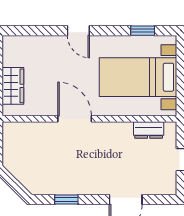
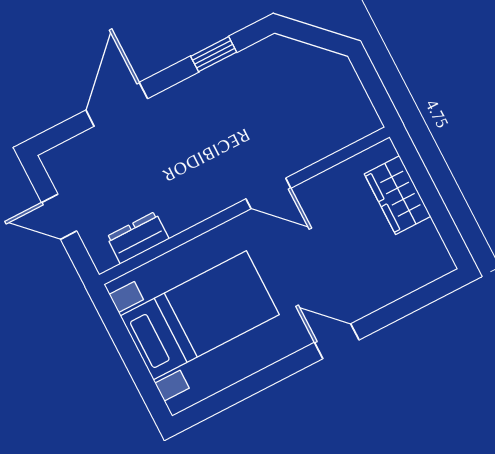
window: (143, 31) -> (232, 396), removed
door: (75, 119) -> (268, 193), width x0.73

